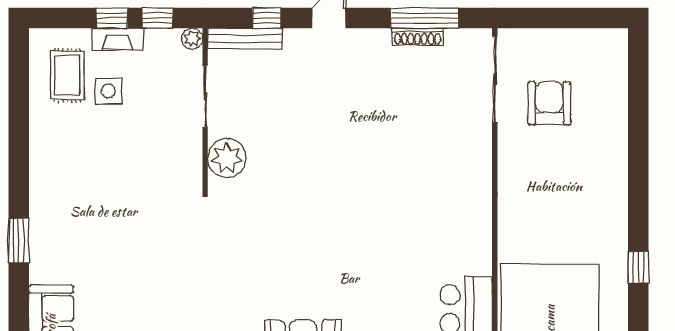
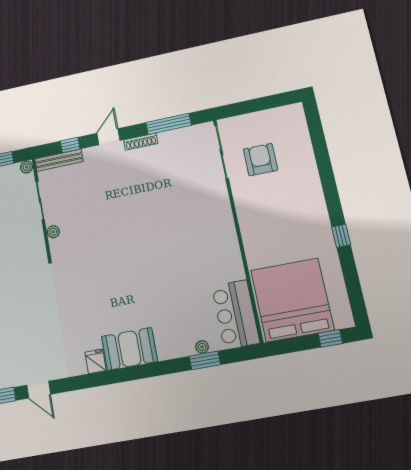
shoe rack: (418, 37) -> (141, 142), moved
plant: (227, 158) -> (53, 232), width x0.53, depth x0.53
window: (638, 267) -> (341, 236), moved

